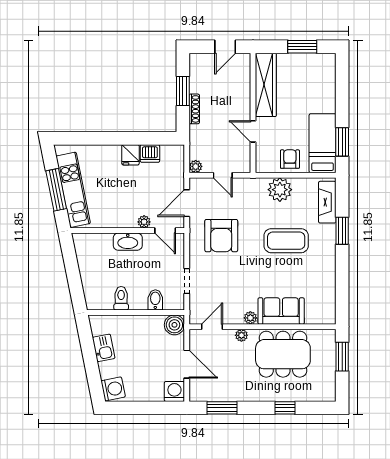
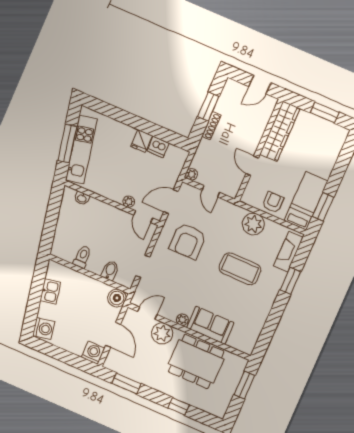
washbasin: (128, 242) -> (82, 198), moved, width x0.52, depth x0.69
plant: (241, 335) -> (162, 333), width x1.88, depth x1.88

